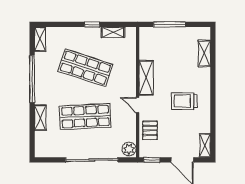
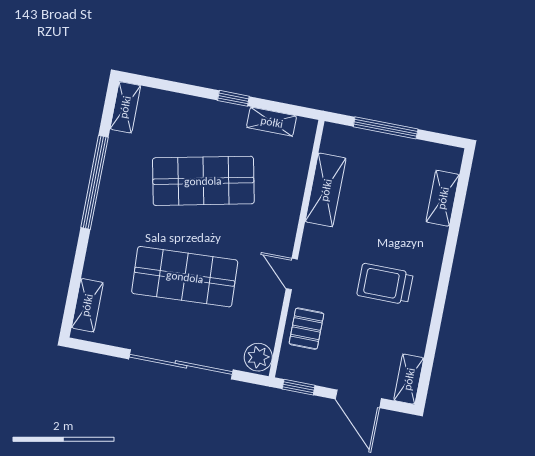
shop shelf: (85, 68) -> (203, 181), turned -30
shelving: (146, 78) -> (326, 190), moved
shelving: (40, 118) -> (87, 305), moved

